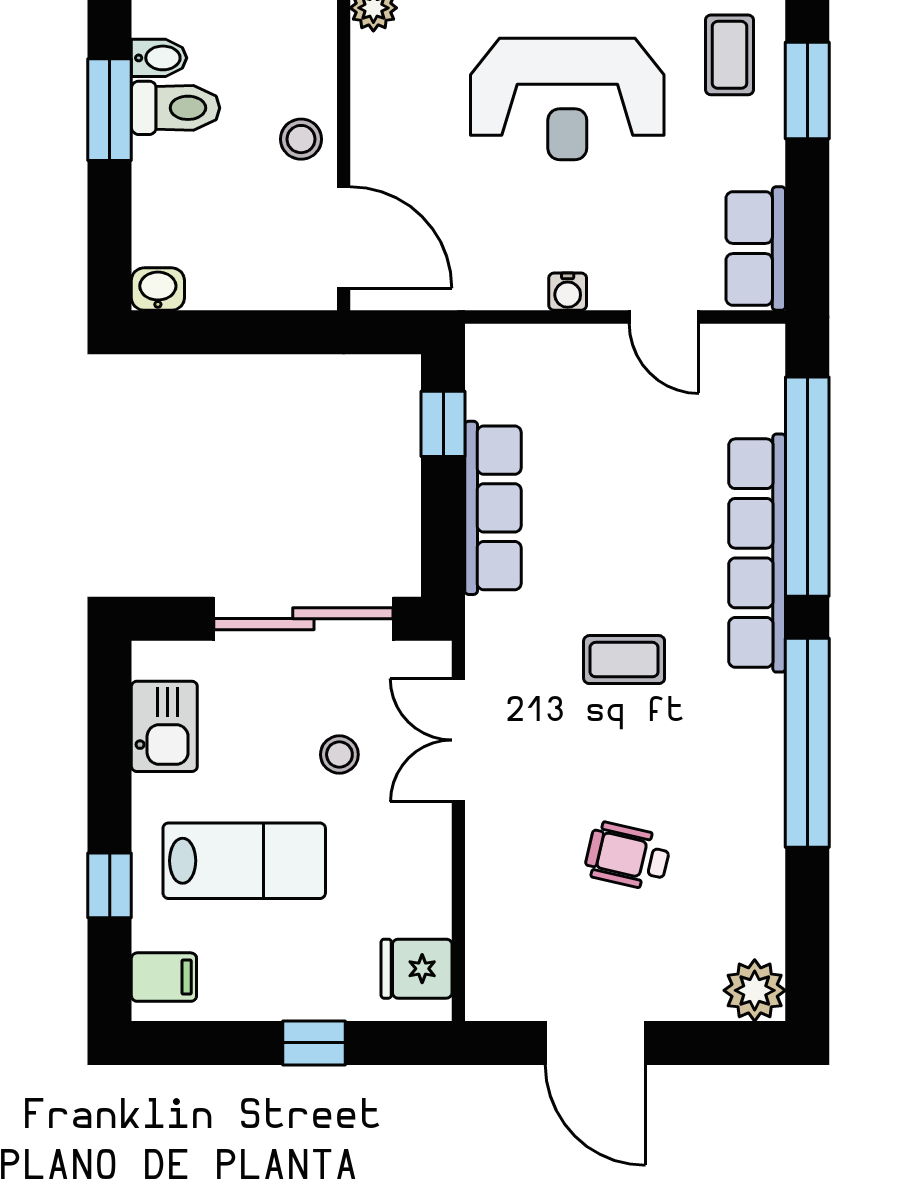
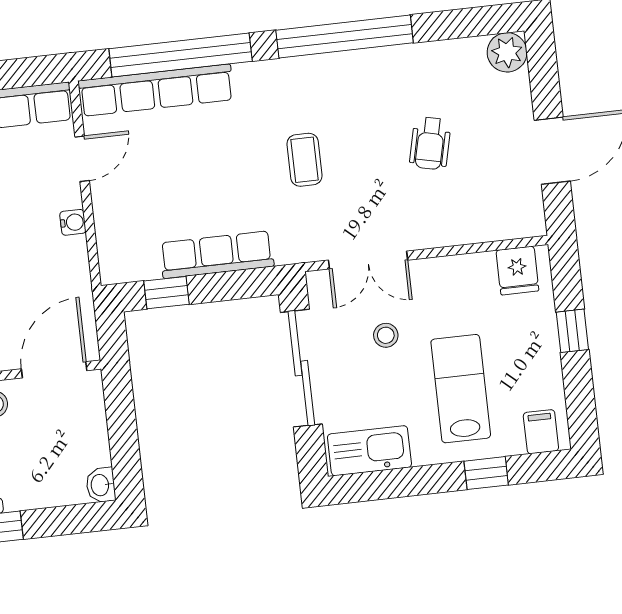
row of seats: (757, 553) -> (156, 90), moved
kitchen sink: (164, 726) -> (369, 451), width x1.38

